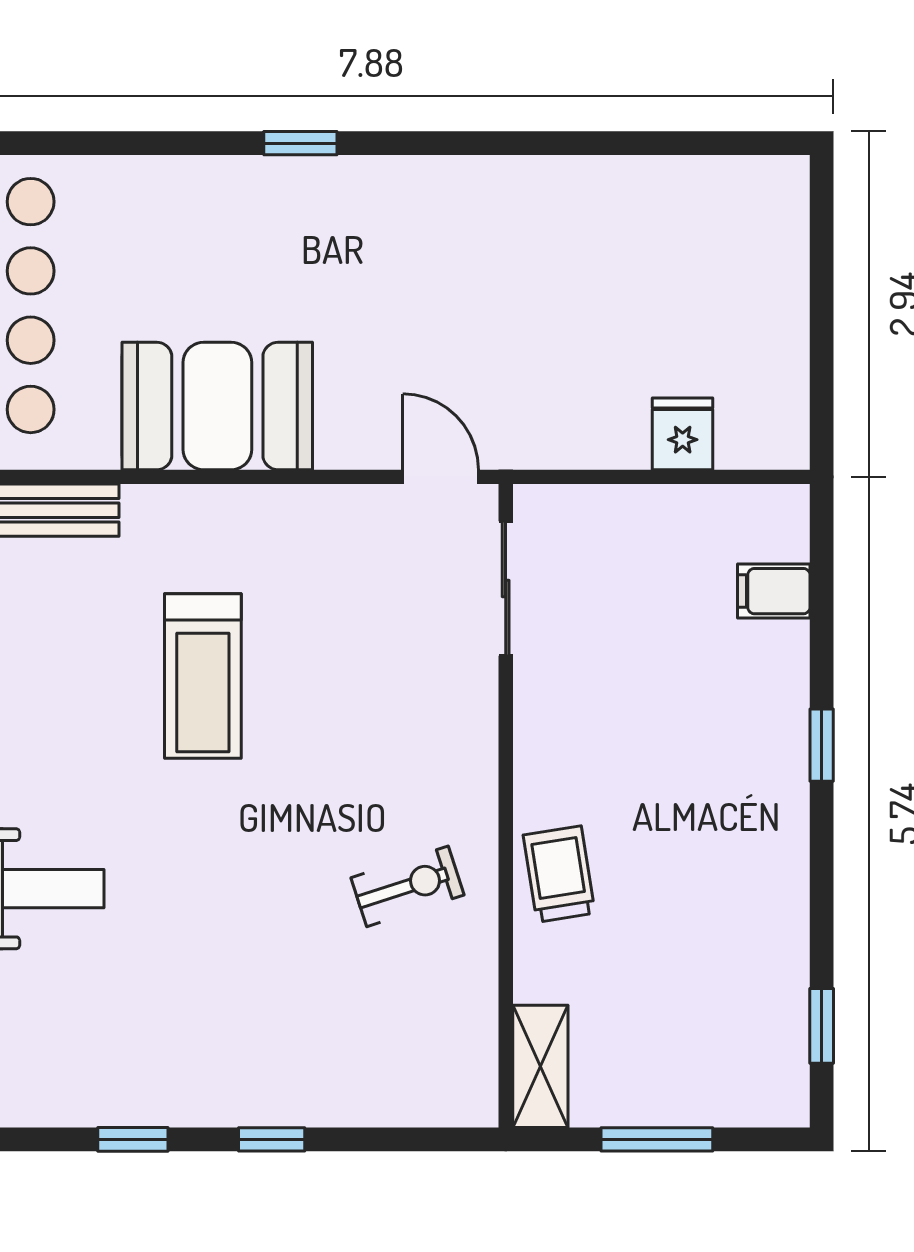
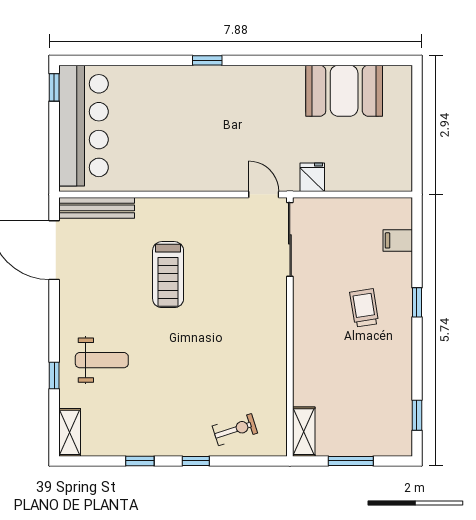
booth: (217, 406) -> (344, 91), moved
fridge: (683, 434) -> (312, 177), moved
sliding door: (506, 588) -> (290, 239), width x1.37
trolley: (559, 874) -> (364, 308), moved
exercise bike: (407, 886) -> (235, 430), moved

